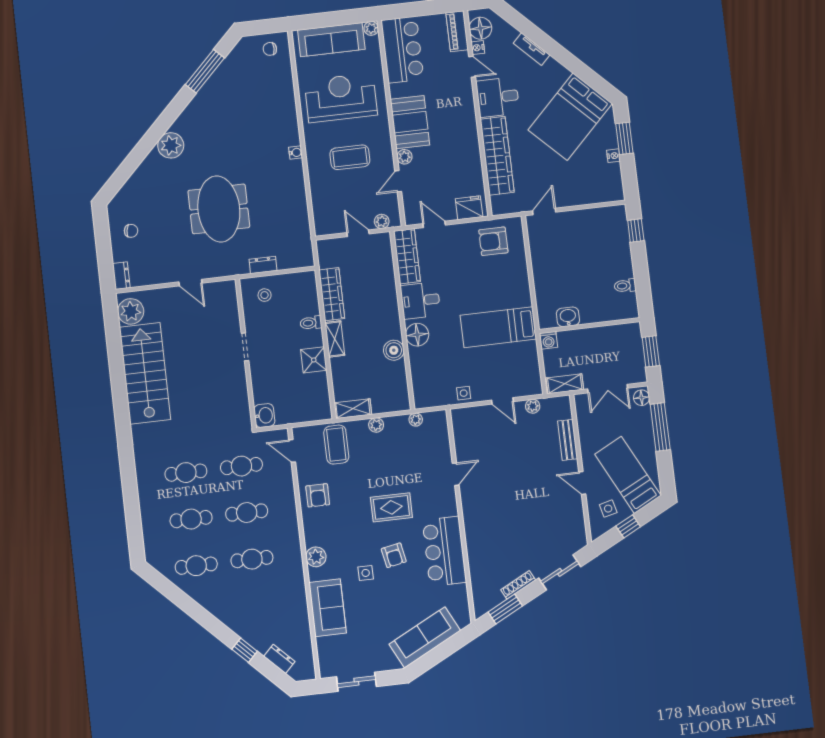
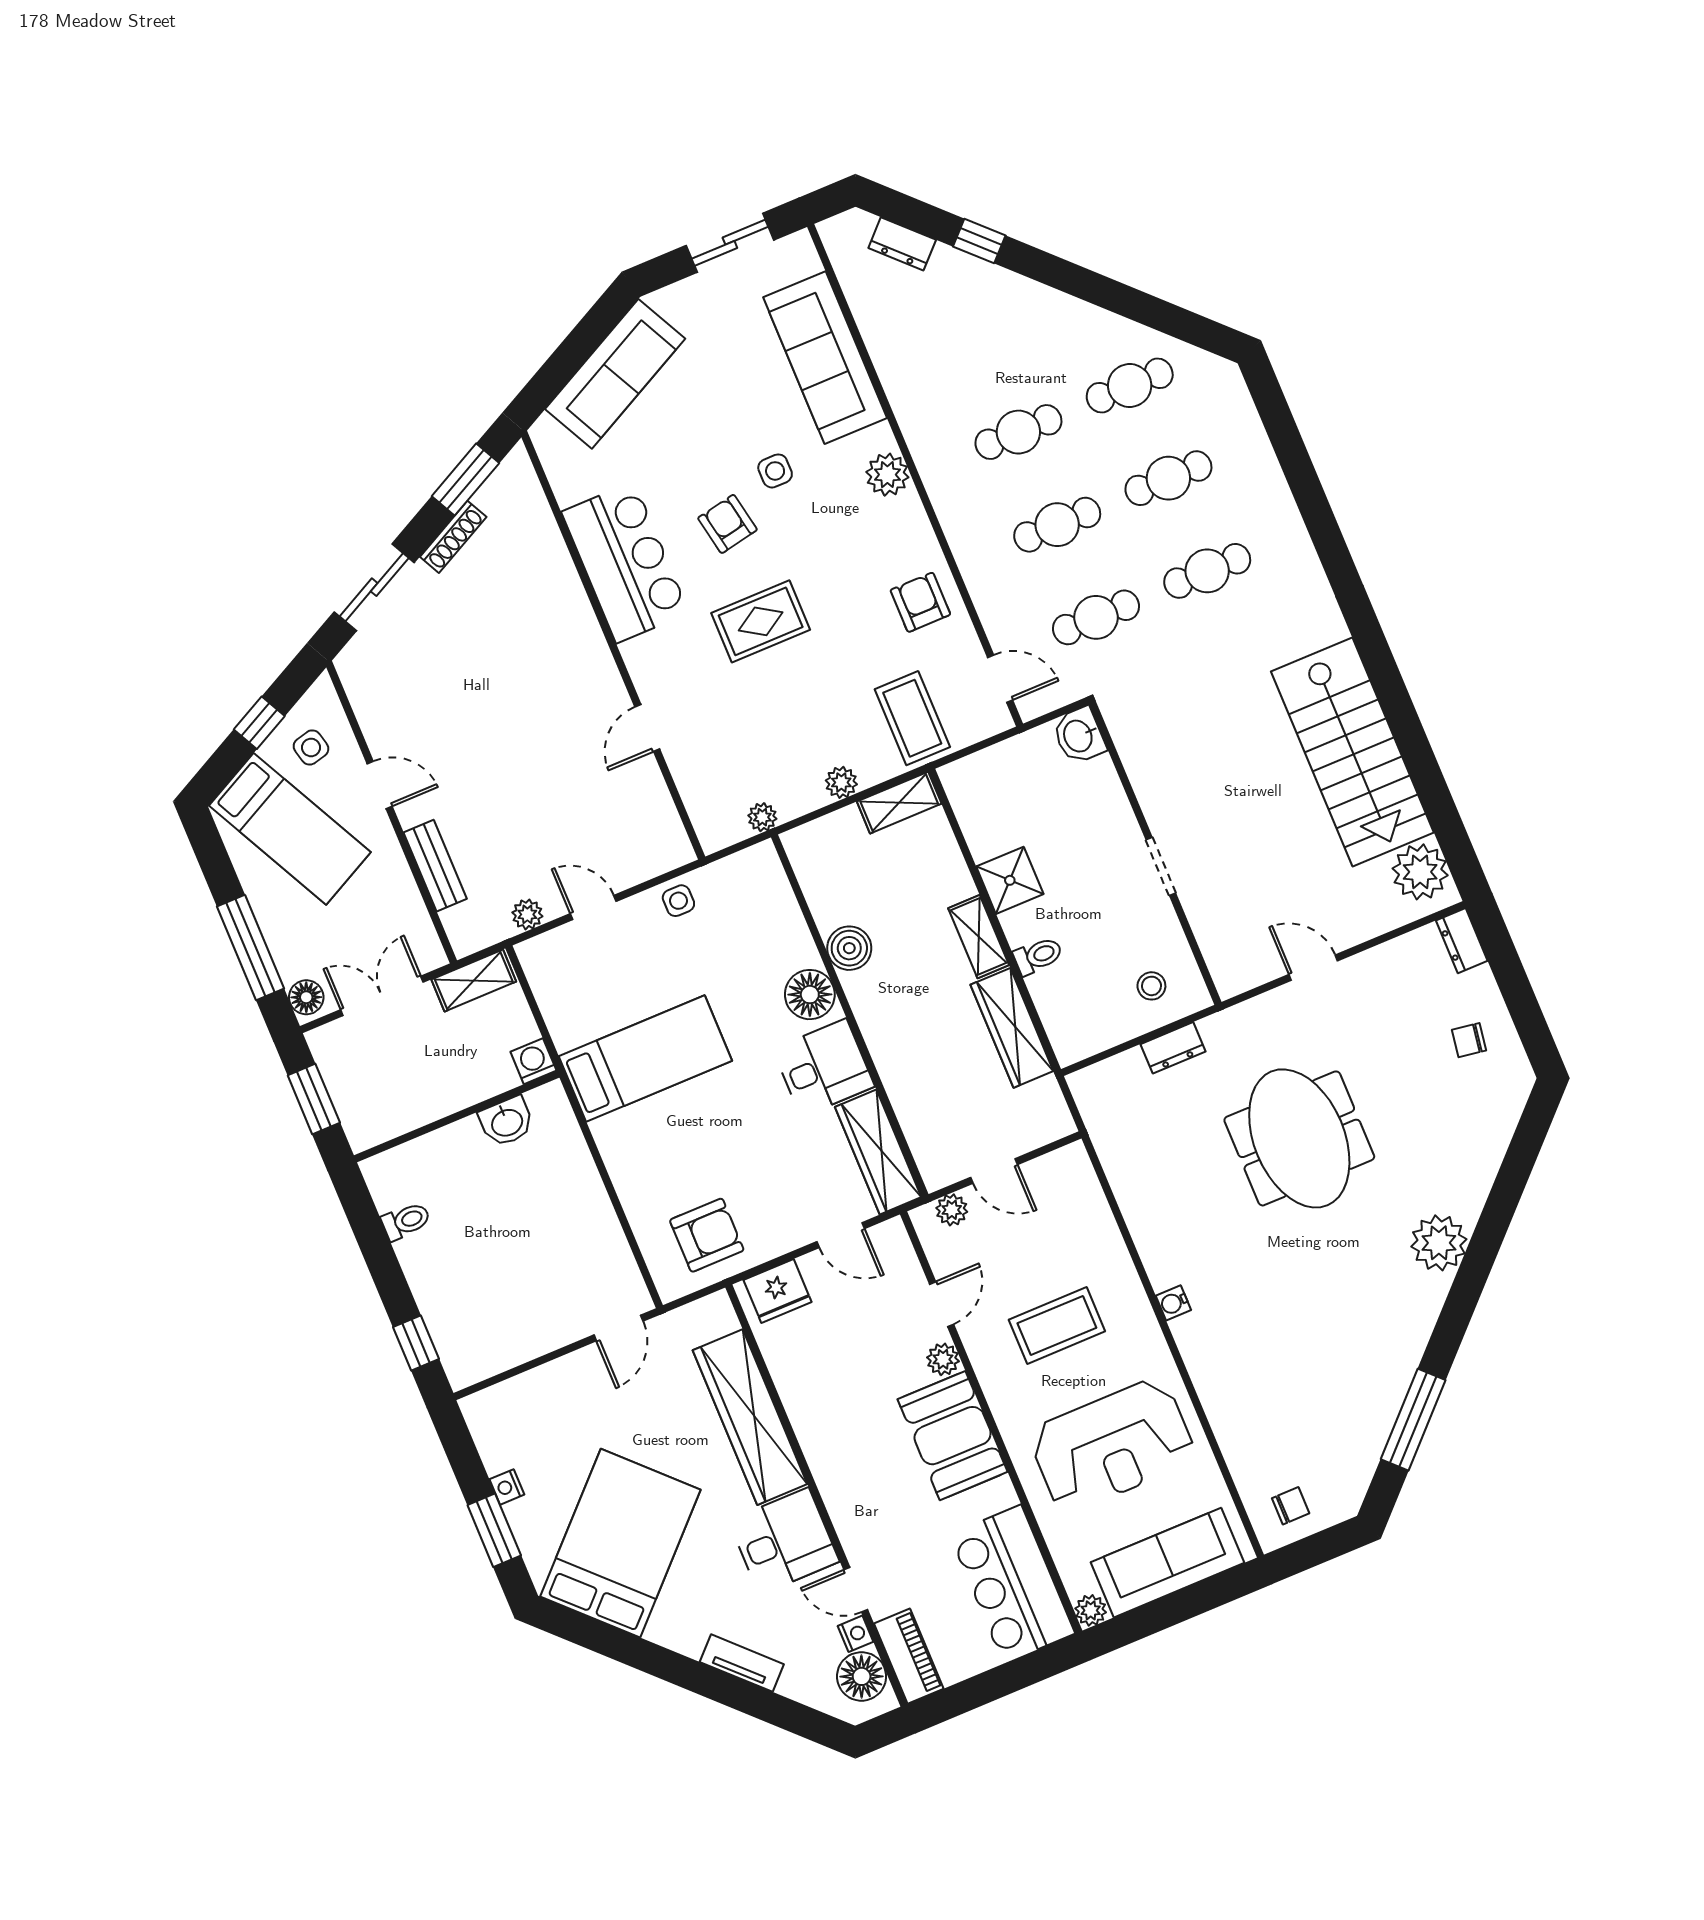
sofa: (328, 608) -> (825, 358), width x1.36

